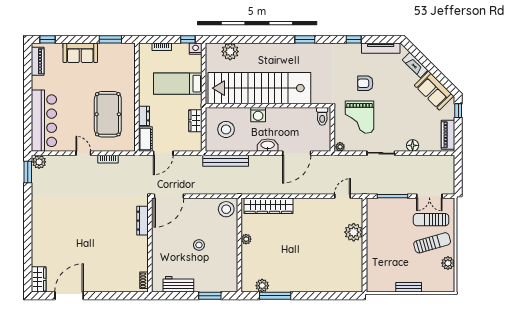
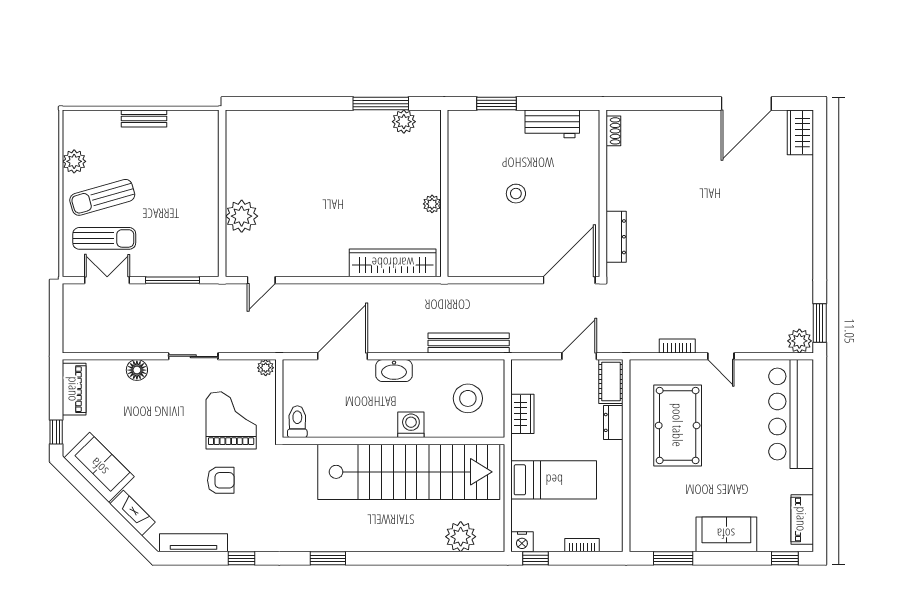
stool: (226, 209) -> (468, 257), removed

